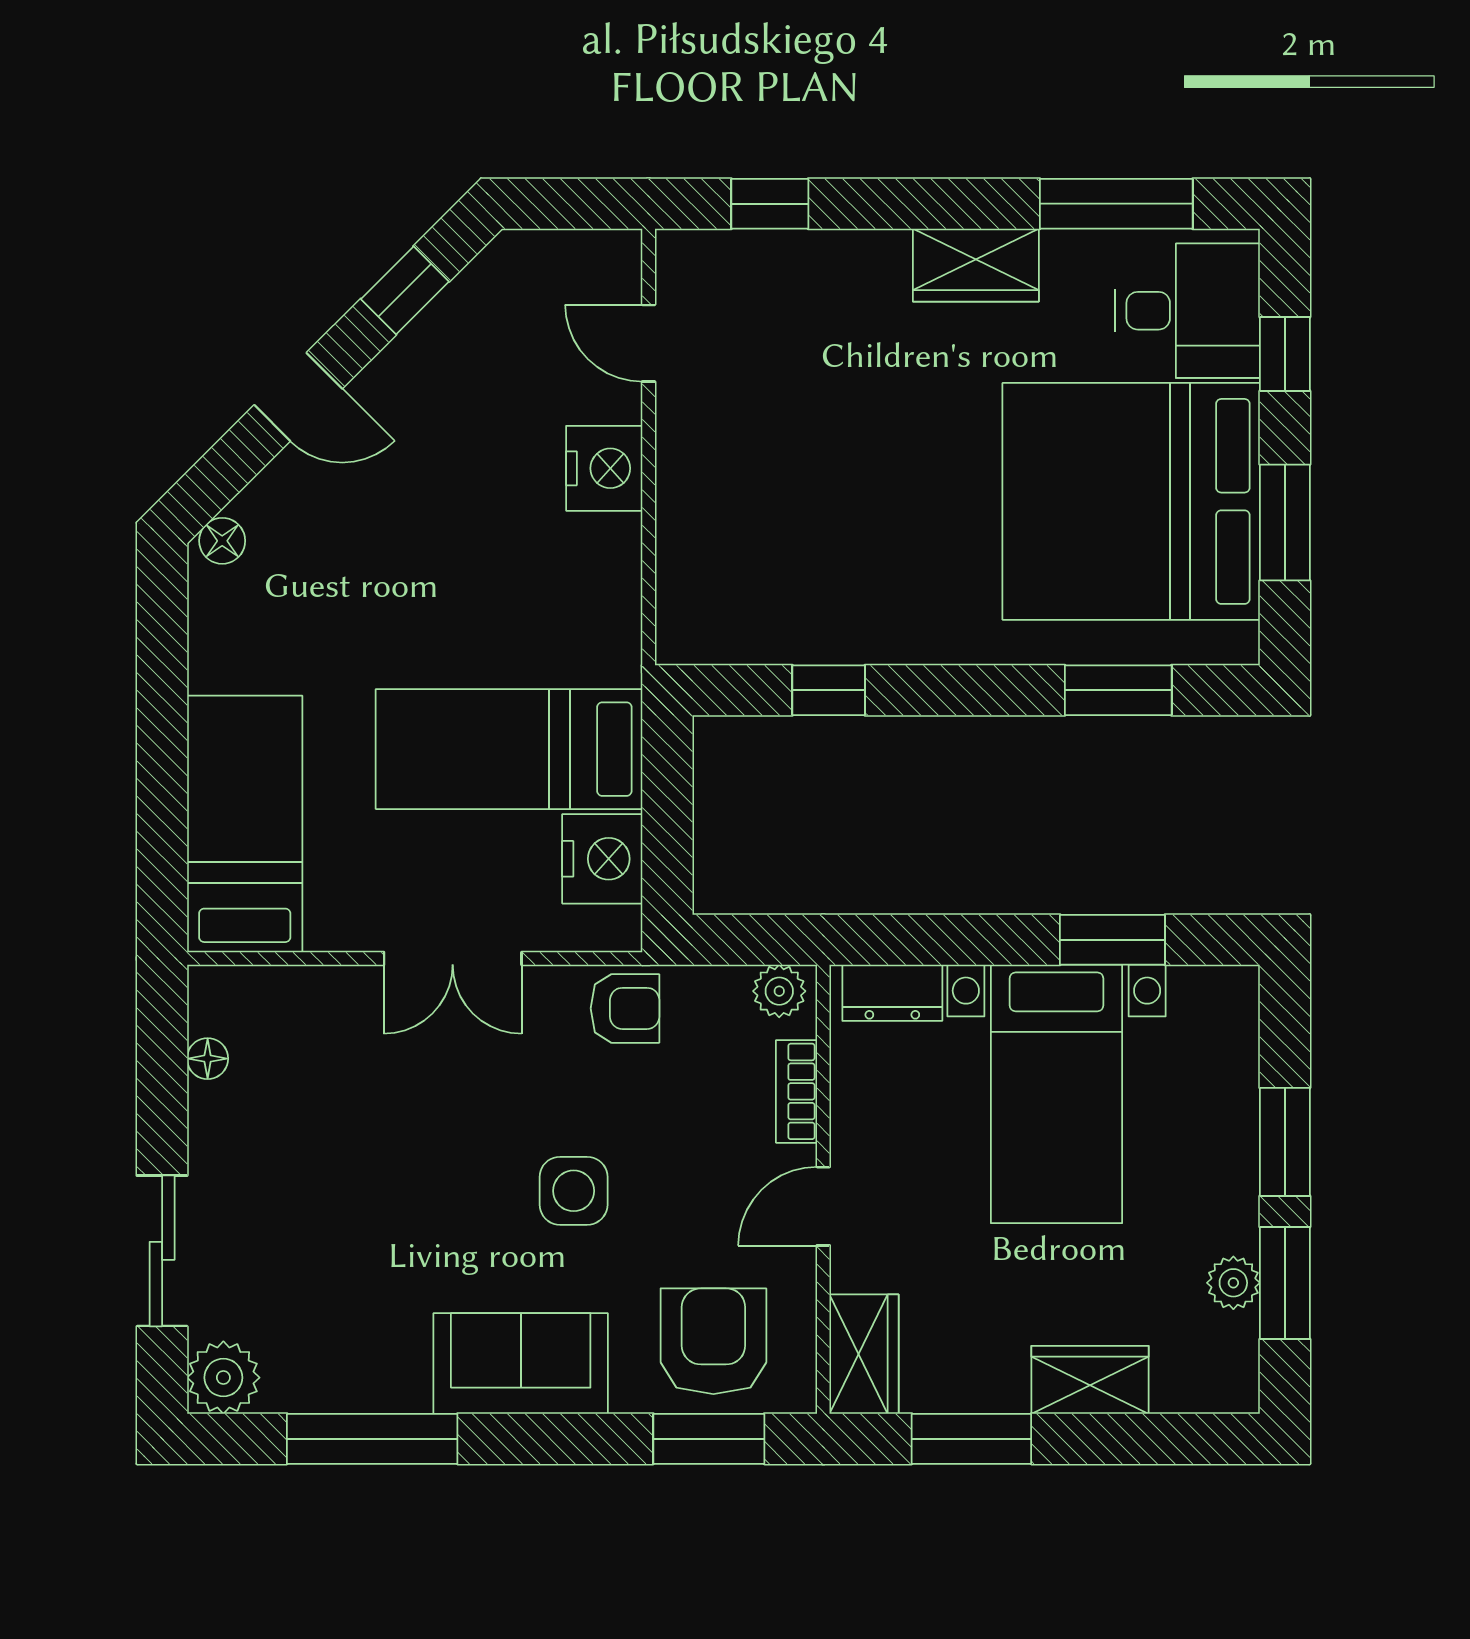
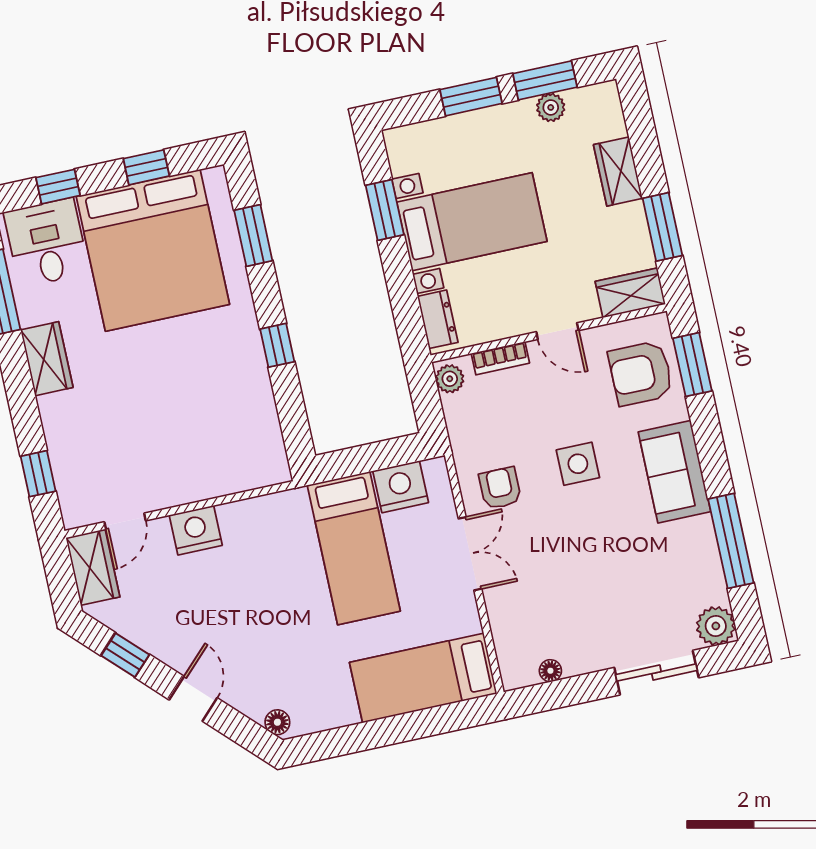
wardrobe: (578, 266) -> (93, 567), added
window: (1285, 523) -> (146, 167), width x0.67
window: (829, 690) -> (277, 345), moved
armchair: (625, 1008) -> (500, 488), moved

